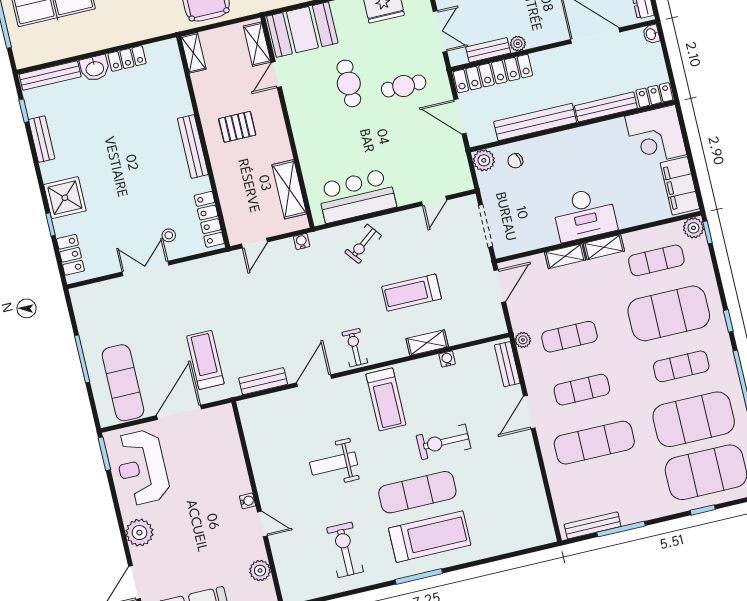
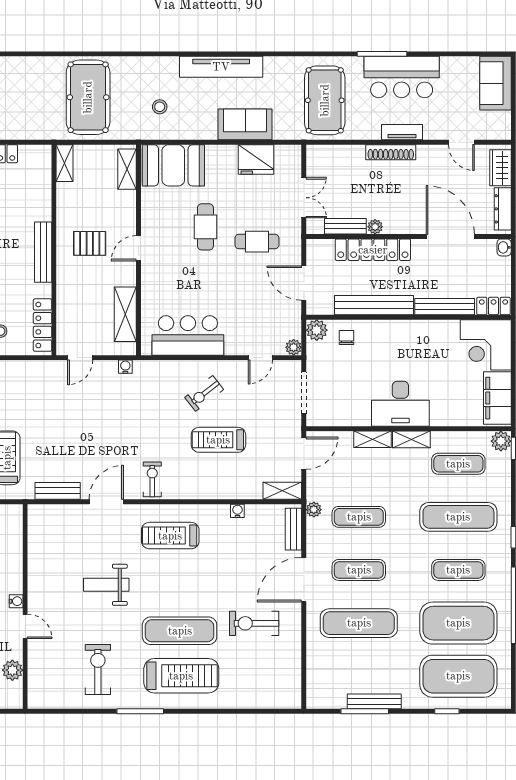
locker: (493, 74) -> (373, 250), moved
door: (276, 75) -> (138, 248), moved
chair: (515, 161) -> (347, 338), turned 106
plant: (465, 183) -> (294, 347), added
exercise bike: (363, 244) -> (204, 393), moved
exercise mat: (669, 313) -> (458, 517), width x0.68
shelving: (427, 343) -> (282, 491), moved
treadmill: (386, 399) -> (170, 536), turned 90
door: (529, 412) -> (304, 580), width x1.36
exercise bike: (444, 442) -> (254, 623), moved
bench: (593, 525) -> (374, 701), moved
window: (419, 576) -> (140, 711), moved

